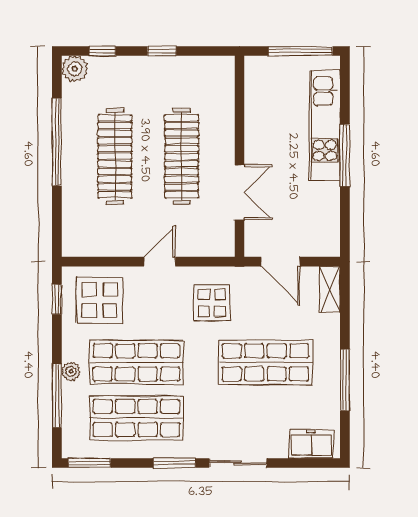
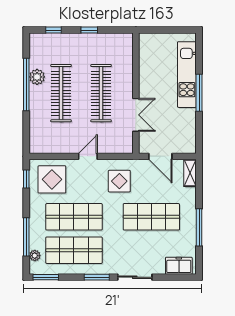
window: (300, 51) -> (172, 30), removed
plant: (75, 69) -> (37, 77), moved
plant: (71, 371) -> (35, 256), moved

